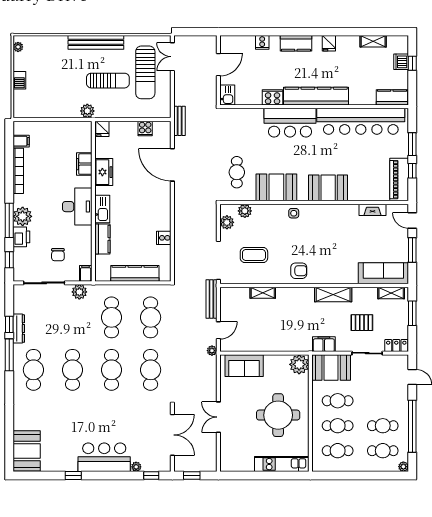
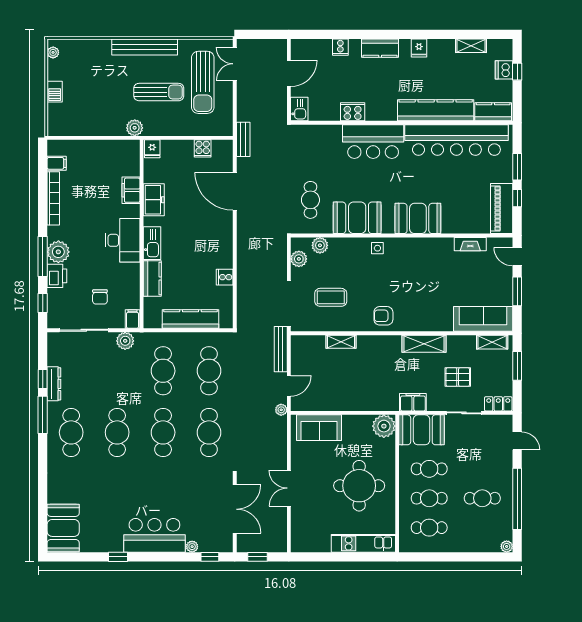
kitchen counter: (316, 96) -> (436, 110), moved
armchair: (299, 271) -> (383, 316), turned 180
cafe table: (383, 451) -> (482, 528), removed

